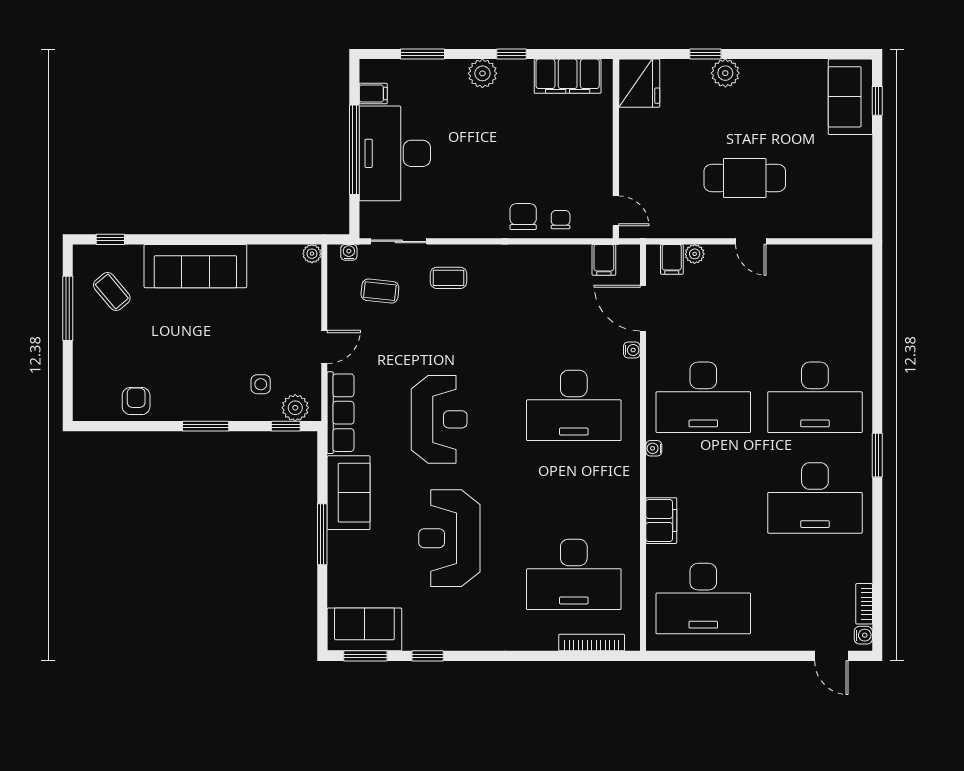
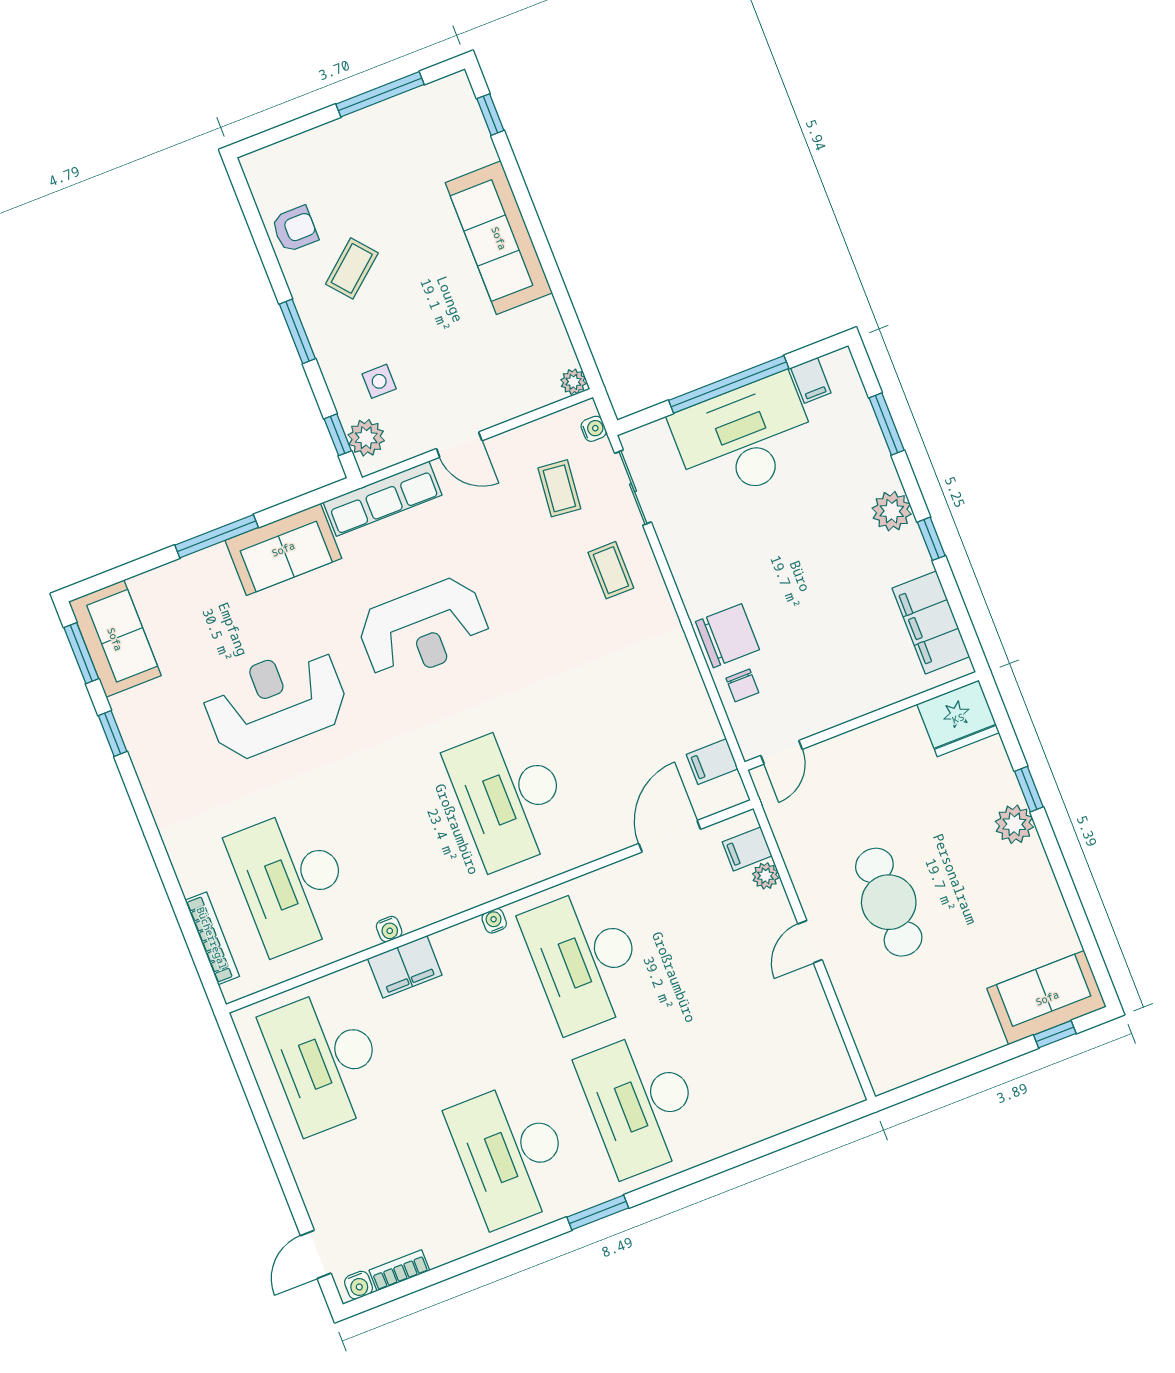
chair: (523, 217) -> (727, 636), width x1.37, depth x1.37
chair: (561, 220) -> (742, 685), turned 90
coffee table: (112, 291) -> (352, 268), moved
water cooler: (632, 350) -> (389, 929), moved

